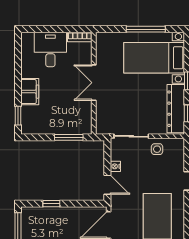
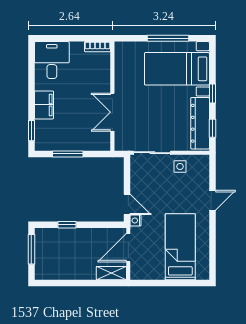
desk: (50, 50) -> (52, 60), moved
double door: (94, 83) -> (112, 112), moved
window: (69, 137) -> (68, 154), moved
nightstand: (115, 166) -> (136, 220), moved

